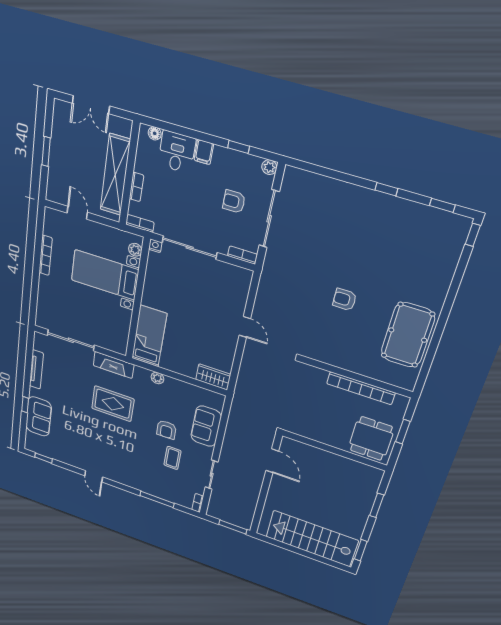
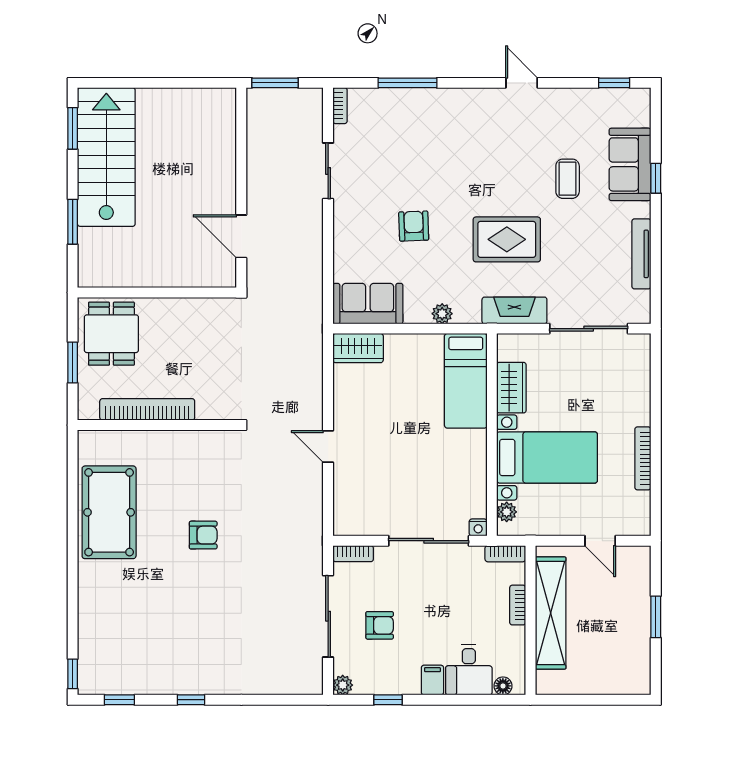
double door: (91, 105) -> (597, 700), removed
wardrobe: (121, 323) -> (511, 388), added
sofa: (206, 426) -> (368, 304), moved, turned -90
coffee table: (172, 458) -> (568, 179), moved
stairs: (312, 539) -> (106, 157), moved, turned -90

